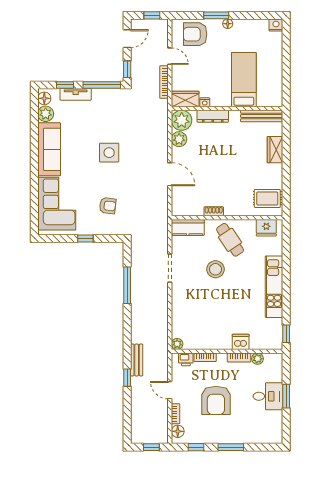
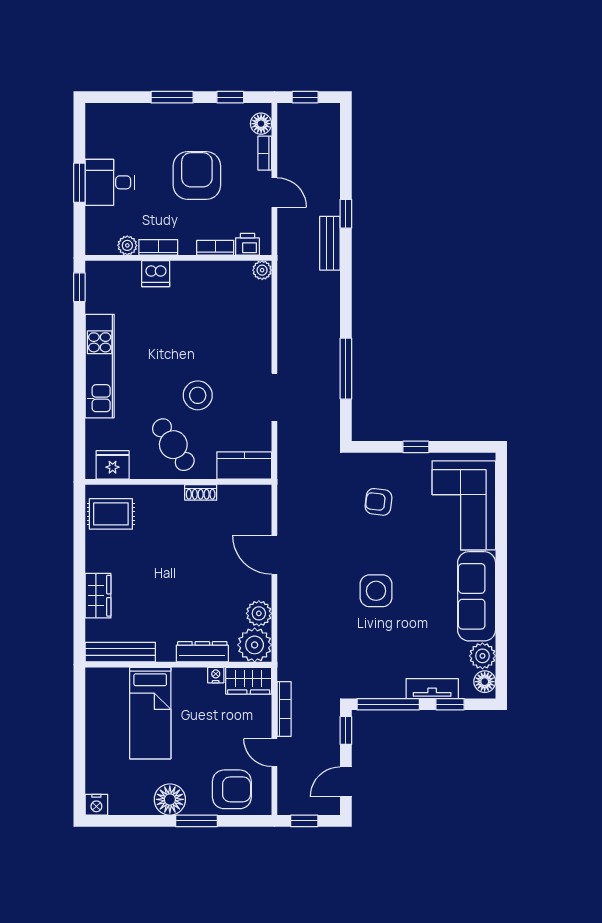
floor lamp: (228, 24) -> (170, 799), width x1.89, depth x1.89

